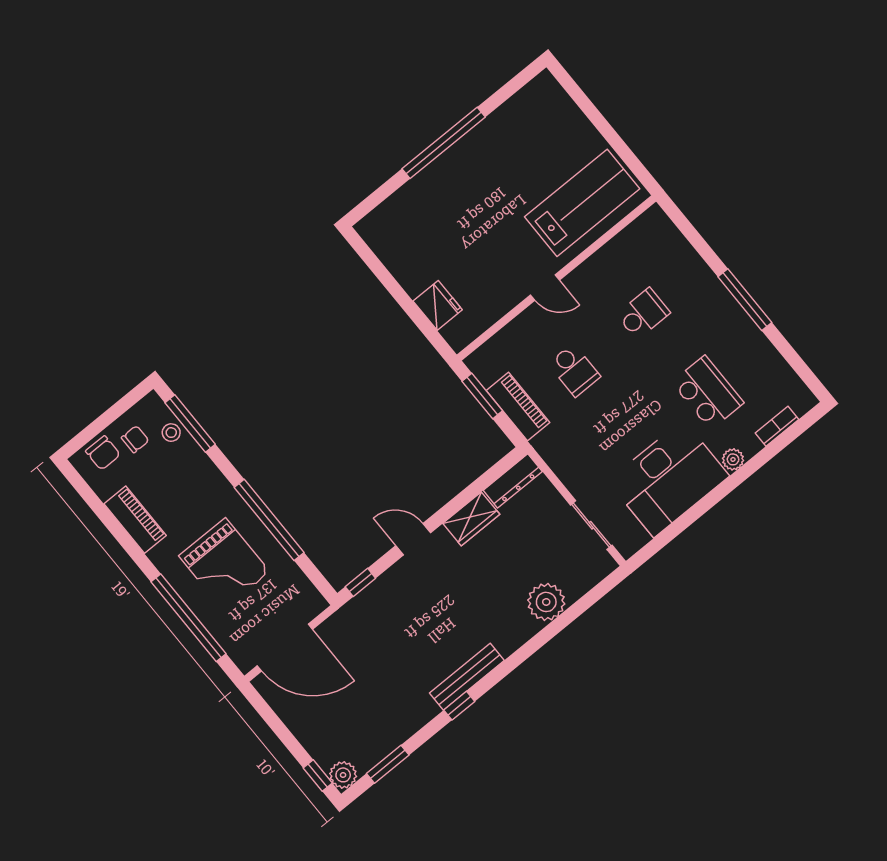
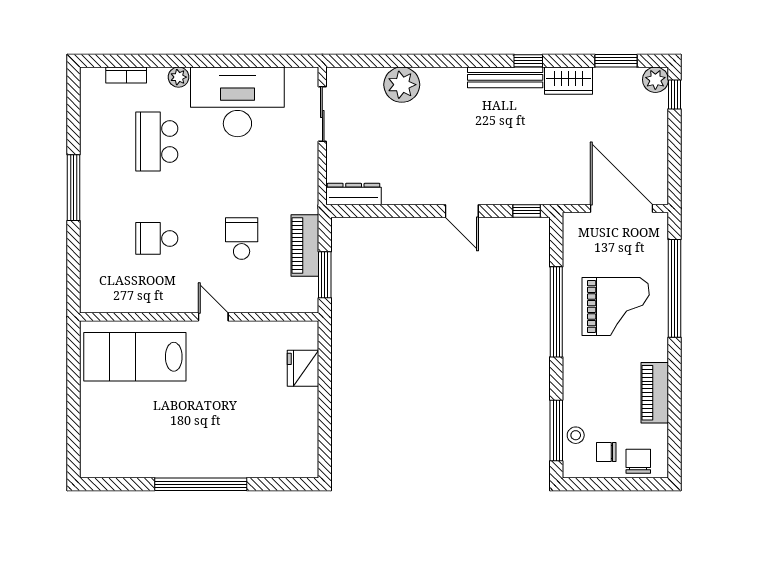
wardrobe: (471, 519) -> (569, 81), moved, turned 180
grand piano: (224, 564) -> (616, 307), turned 90

